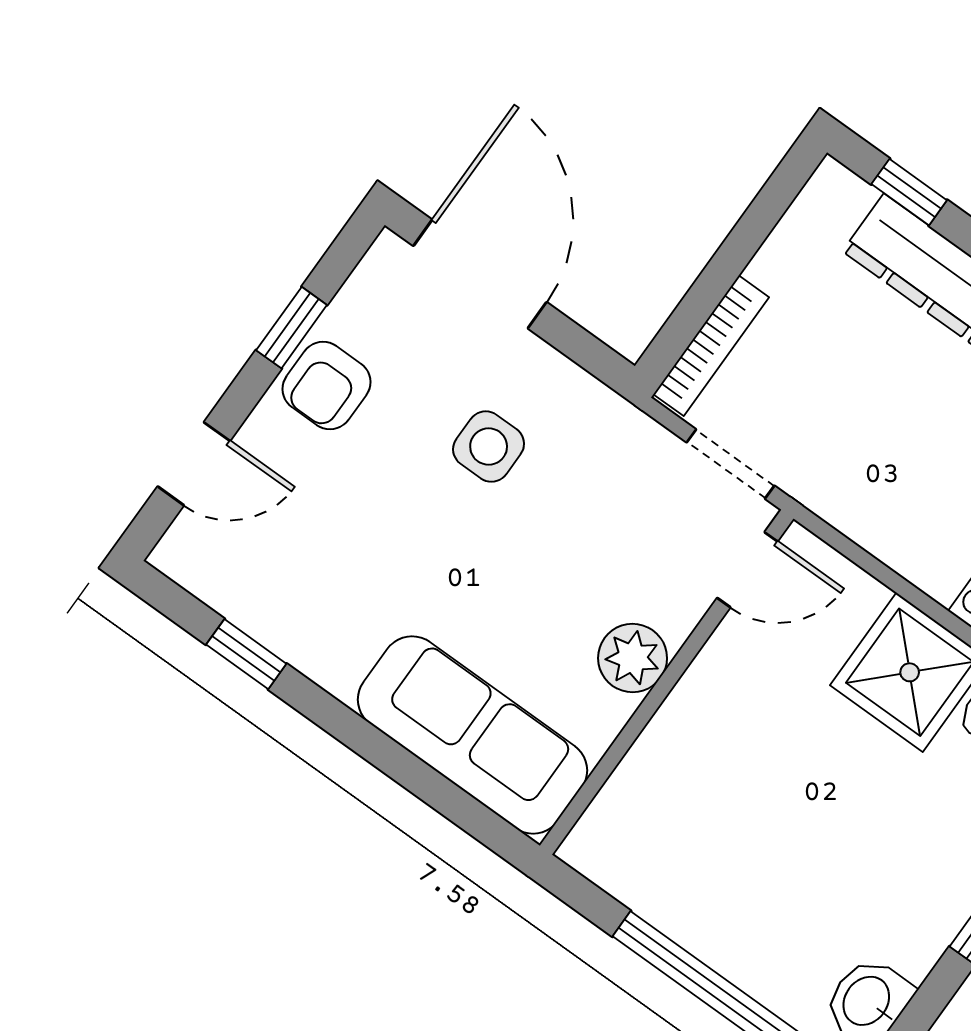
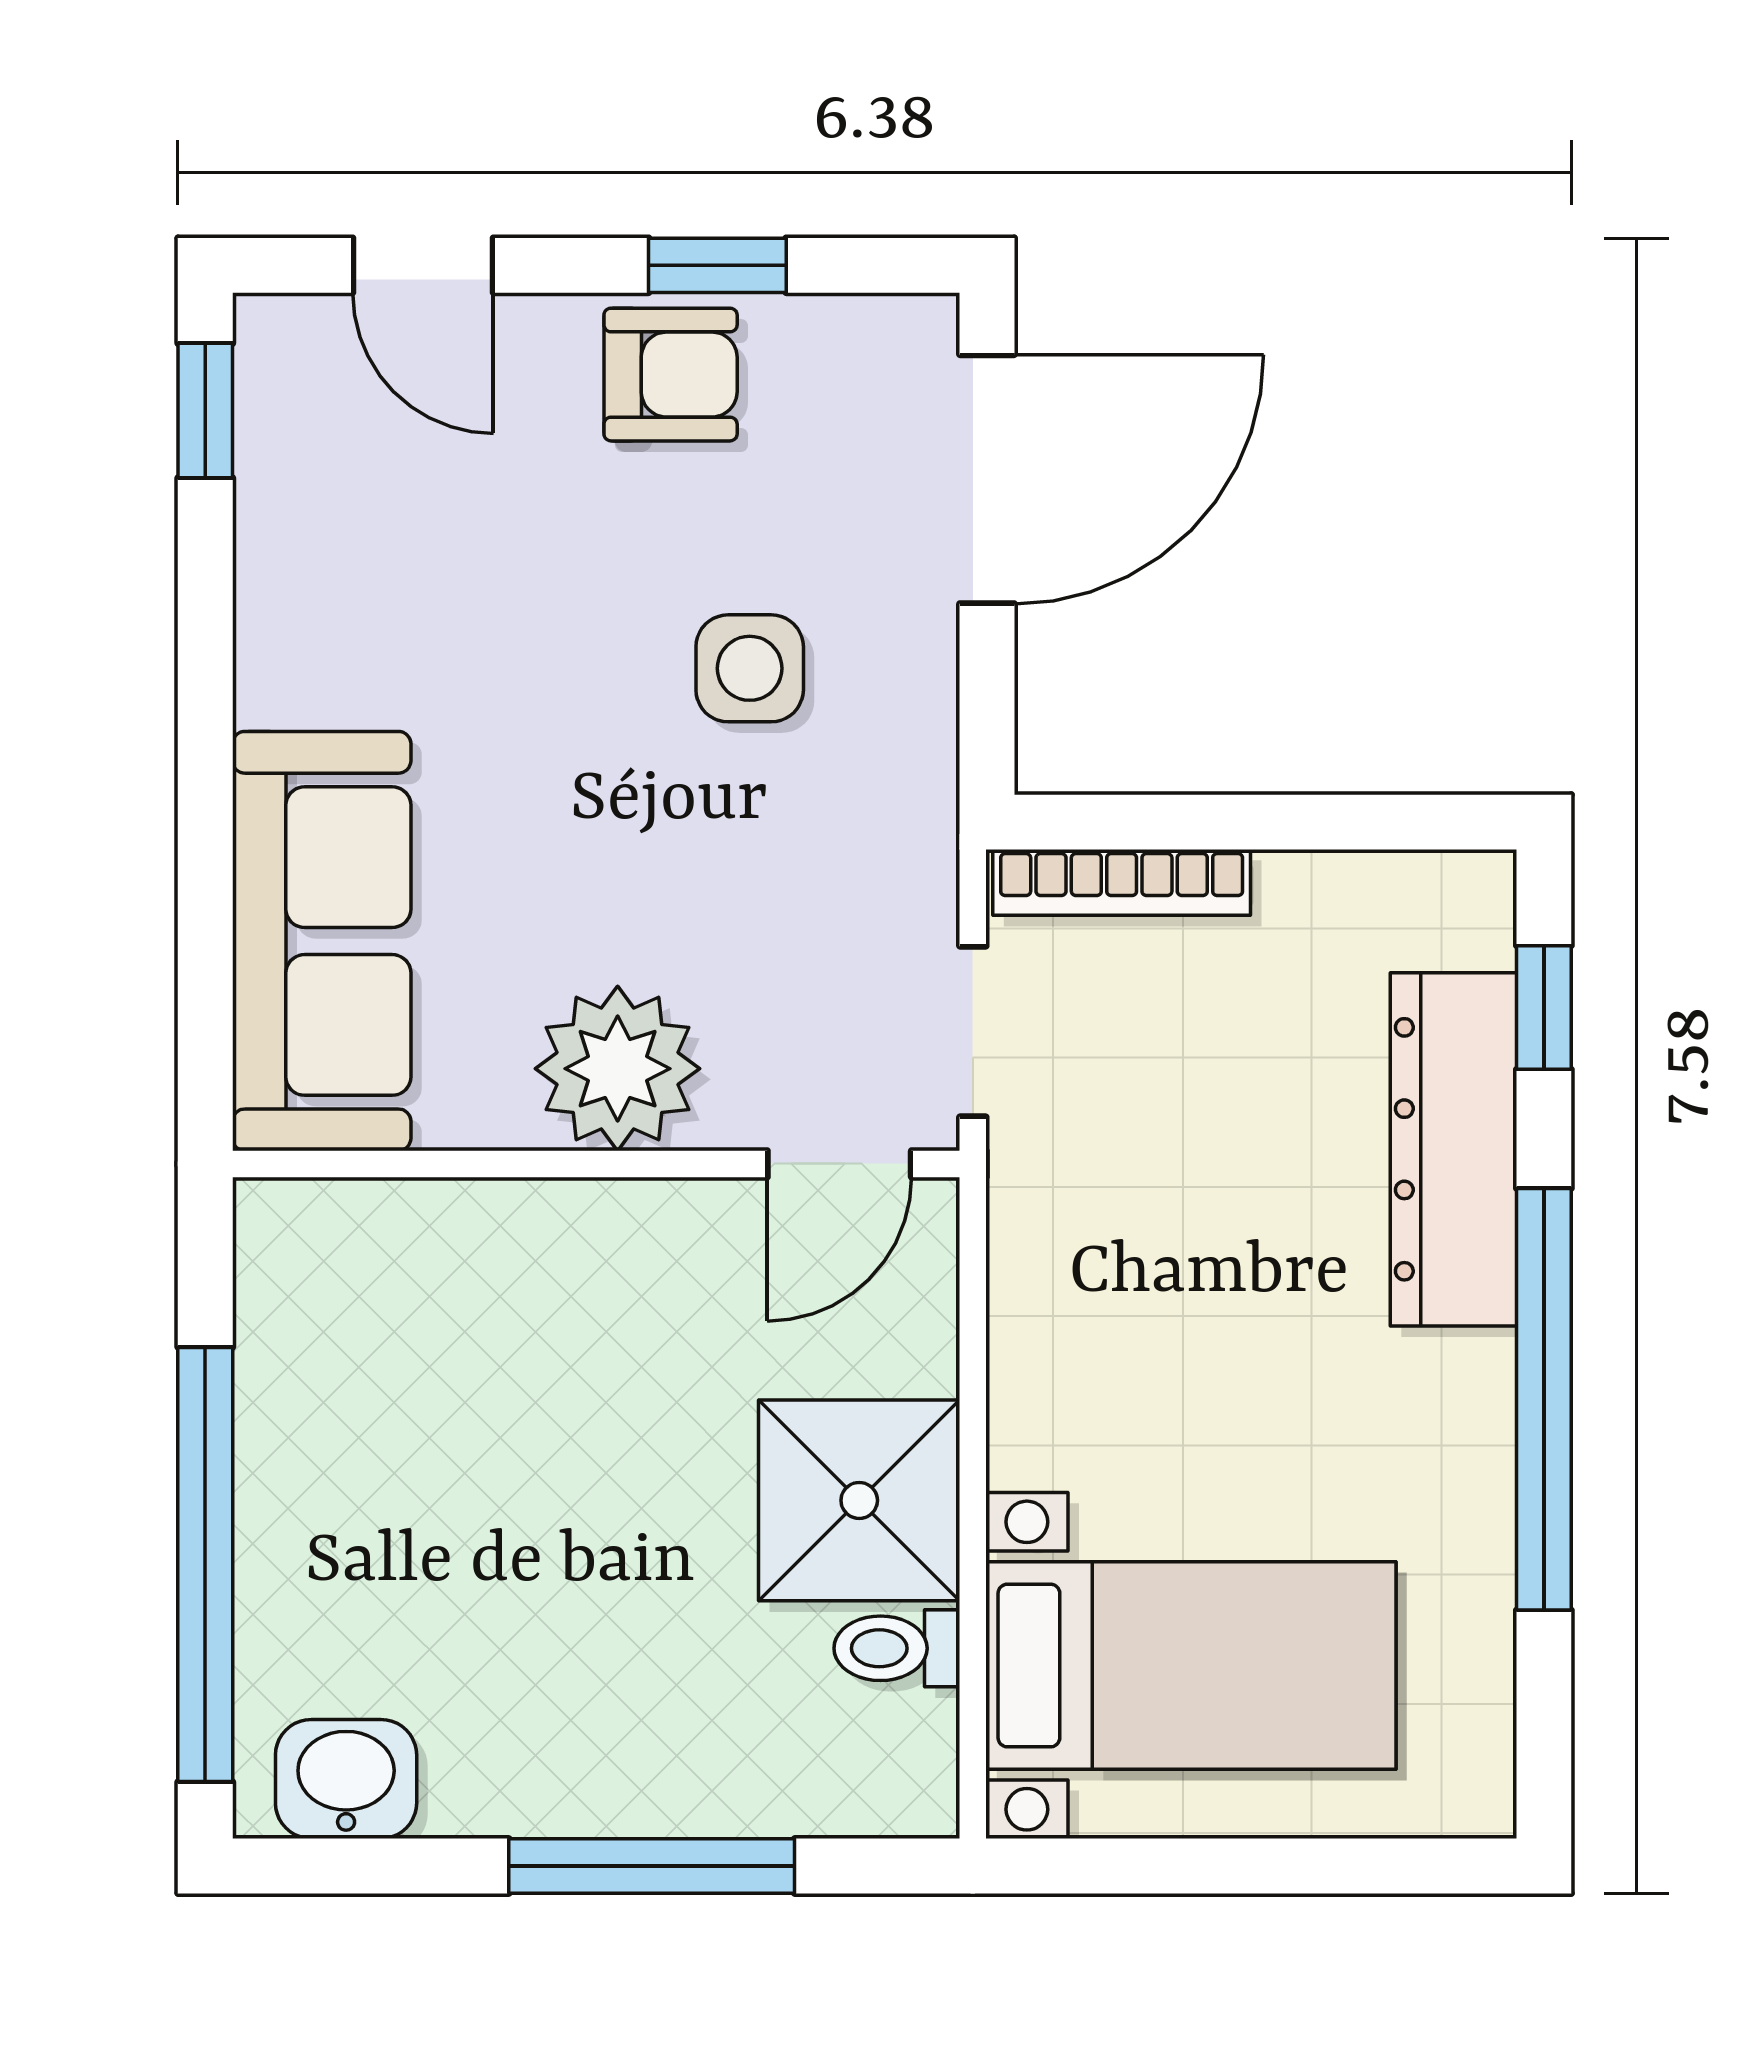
armchair: (326, 386) -> (671, 375), turned 180
door: (747, 570) -> (839, 1164), hinge flipped
window: (246, 654) -> (205, 411), moved
plant: (633, 658) -> (618, 1069), width x1.36, depth x1.36

